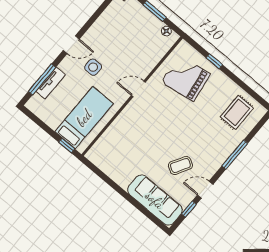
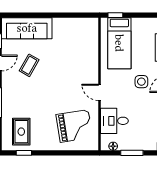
desk: (146, 53) -> (114, 121), added
window: (214, 61) -> (24, 153), moved
door: (138, 89) -> (99, 92), swing flipped

